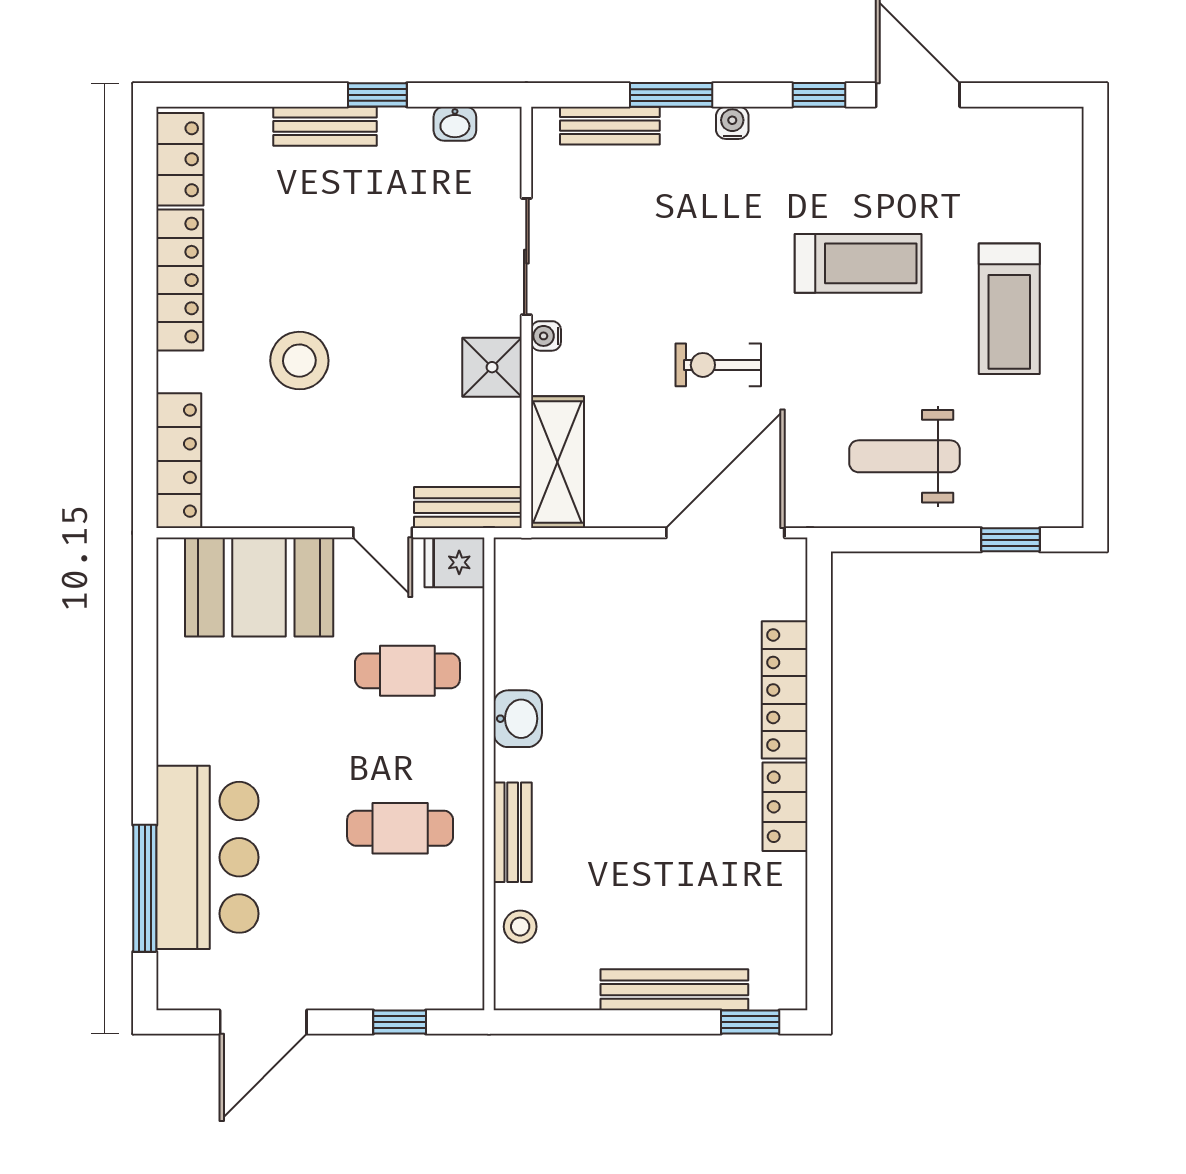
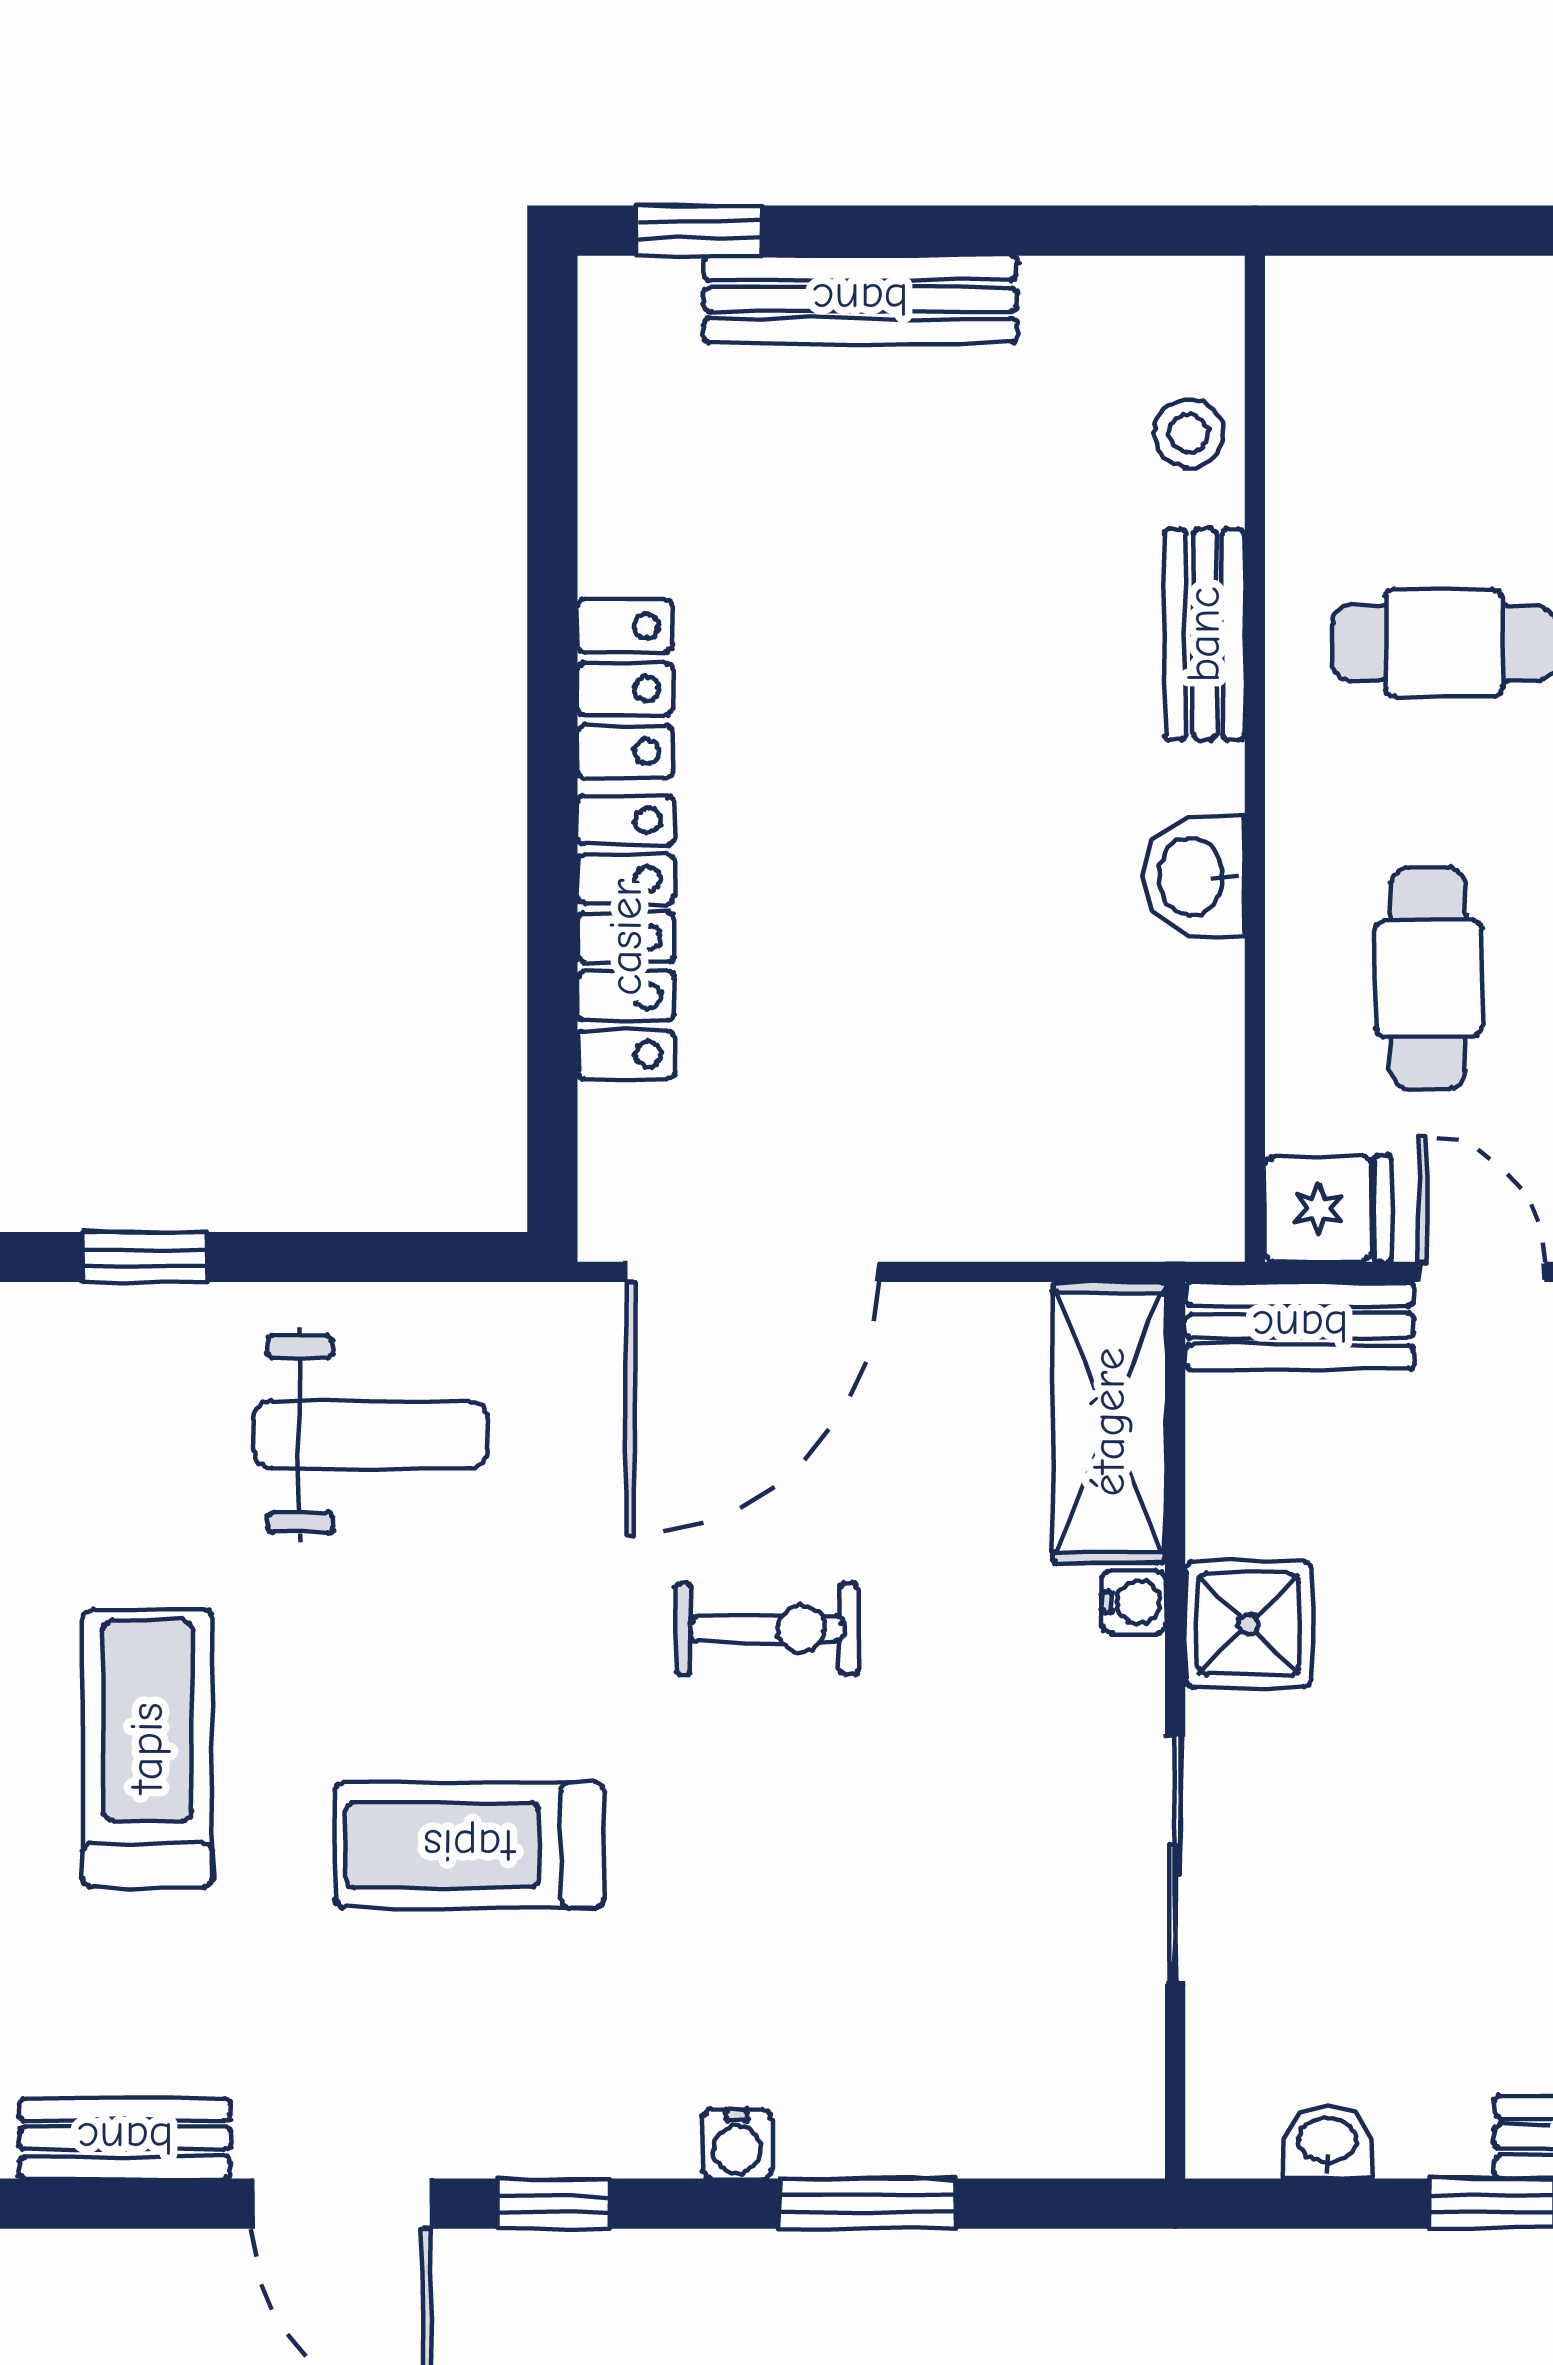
bench: (610, 126) -> (125, 2138), moved
water cooler: (546, 336) -> (1134, 1602), moved
cafe table: (407, 671) -> (1428, 978), turned 90
window: (400, 1022) -> (1445, 231), removed

